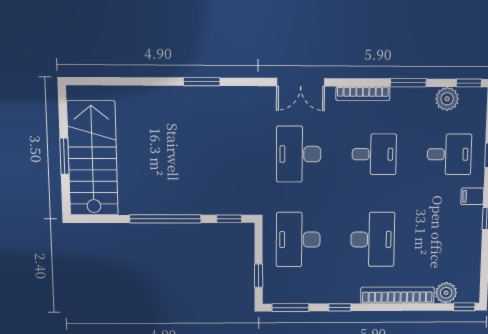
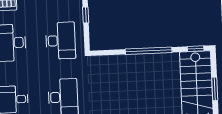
window: (229, 219) -> (196, 49), moved

